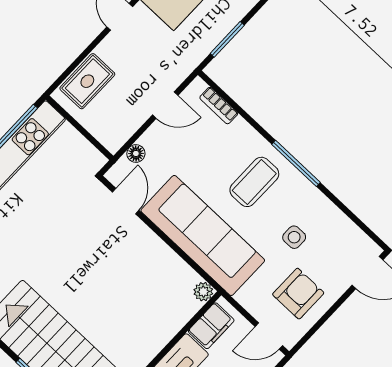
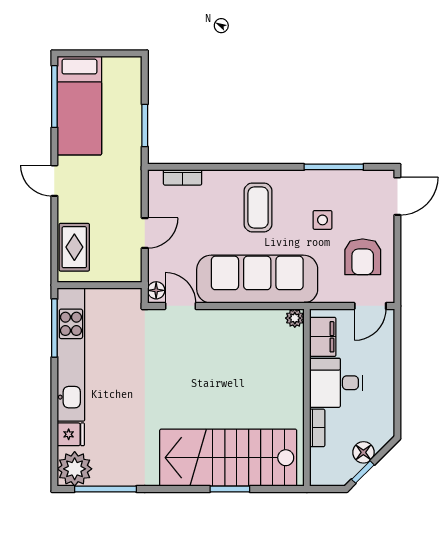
door: (165, 105) -> (145, 233), moved
floor lamp: (136, 154) -> (156, 290), moved
window: (296, 163) -> (334, 167), moved
armchair: (298, 294) -> (363, 257), turned 180

